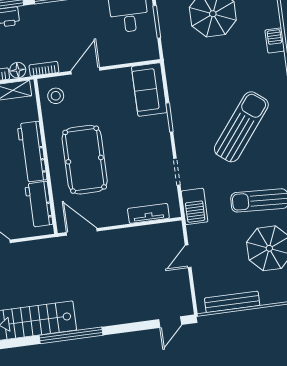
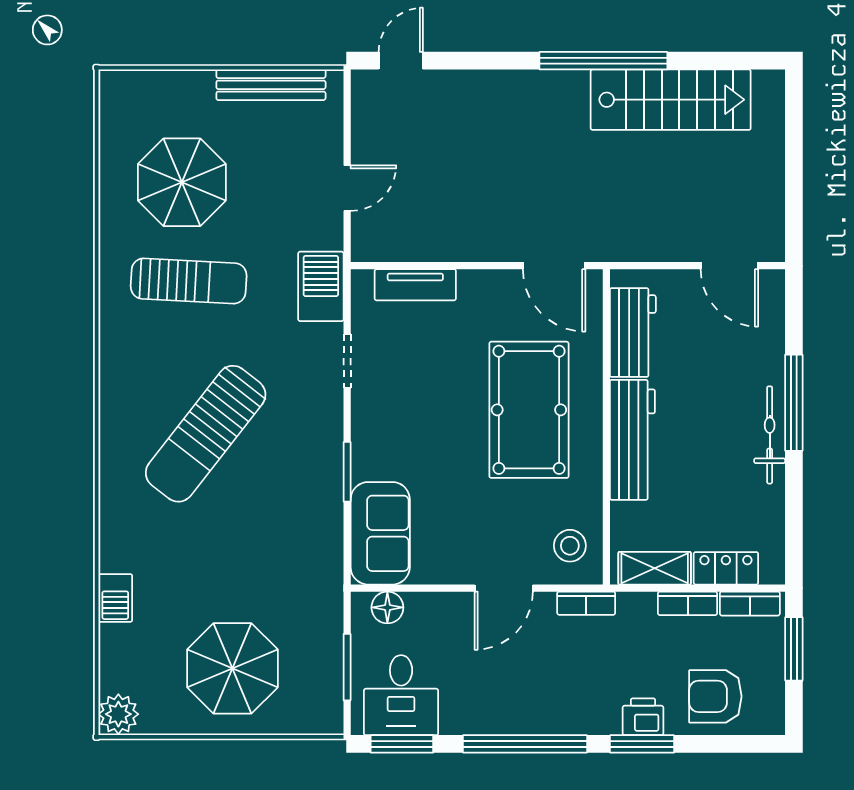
floor lamp: (18, 70) -> (387, 607), moved

